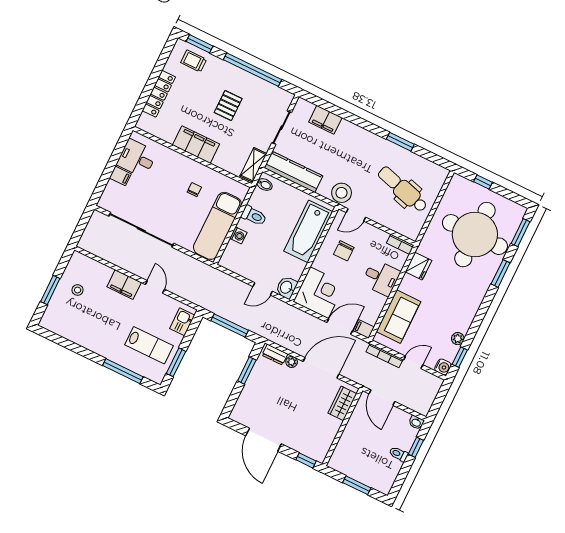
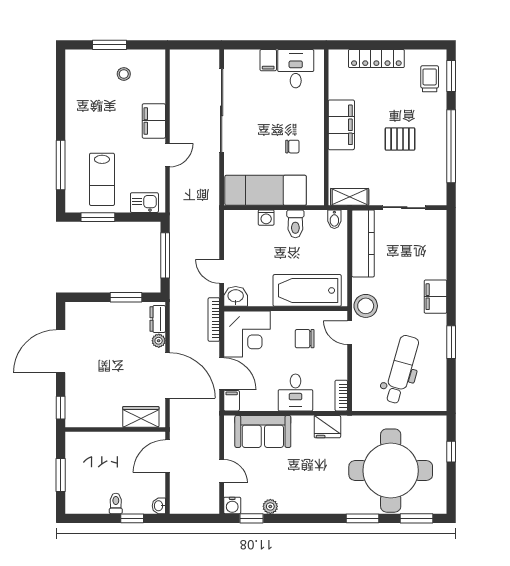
filing cabinet: (325, 120) -> (435, 297), moved
bookcase: (384, 356) -> (214, 320), moved

